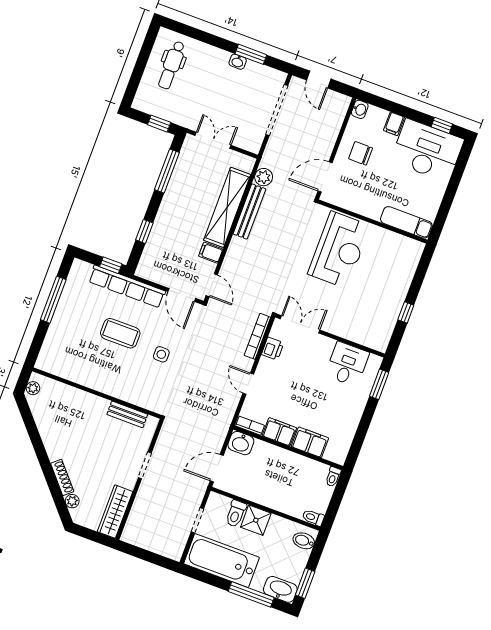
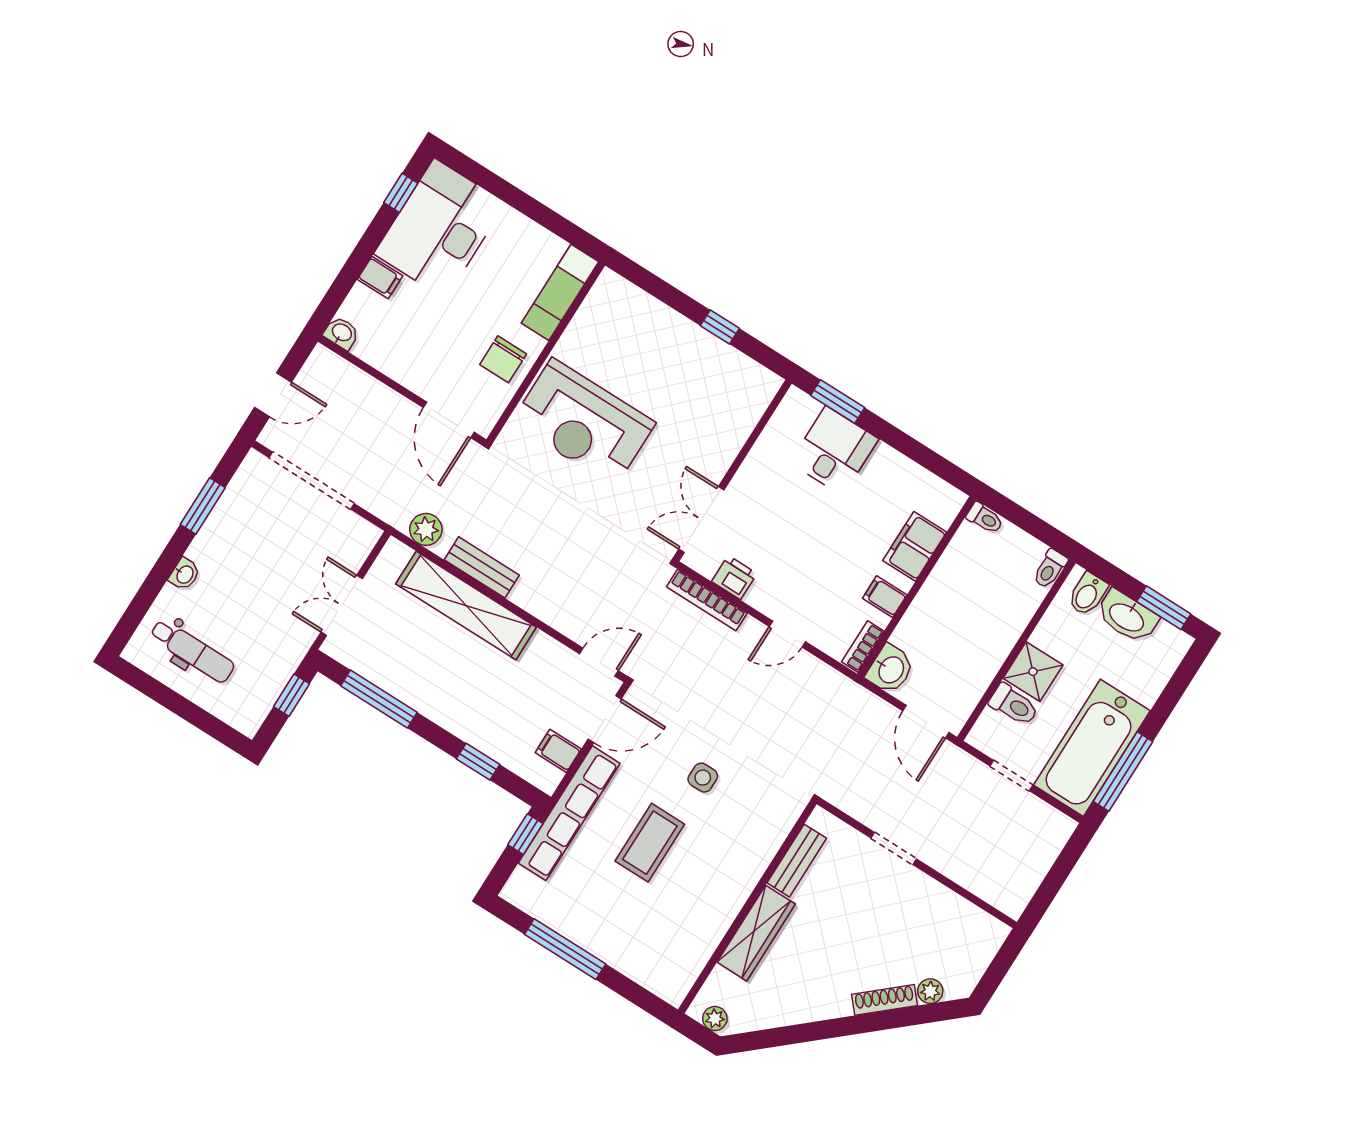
washbasin: (238, 62) -> (184, 574), moved
chair: (361, 153) -> (503, 359), moved
bench: (249, 211) -> (482, 567), width x0.73
reception desk: (339, 250) -> (583, 423), turned 180
filing cabinet: (211, 253) -> (558, 751), moved, turned 90
desk: (347, 364) -> (834, 451), moved, turned 90
filing cabinet: (279, 432) -> (885, 597), width x0.50
wardrobe: (115, 512) -> (756, 933), moved, turned -90
washbasin: (280, 589) -> (1127, 617), moved, turned -90
window: (251, 594) -> (1123, 772), moved

